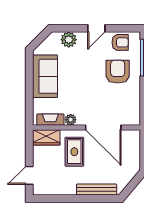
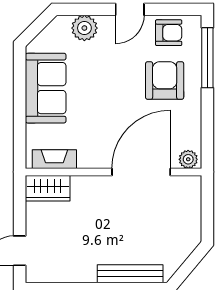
plant: (71, 120) -> (188, 159), moved
door: (103, 127) -> (141, 172), swing flipped
rug: (74, 152) -> (94, 212), removed

